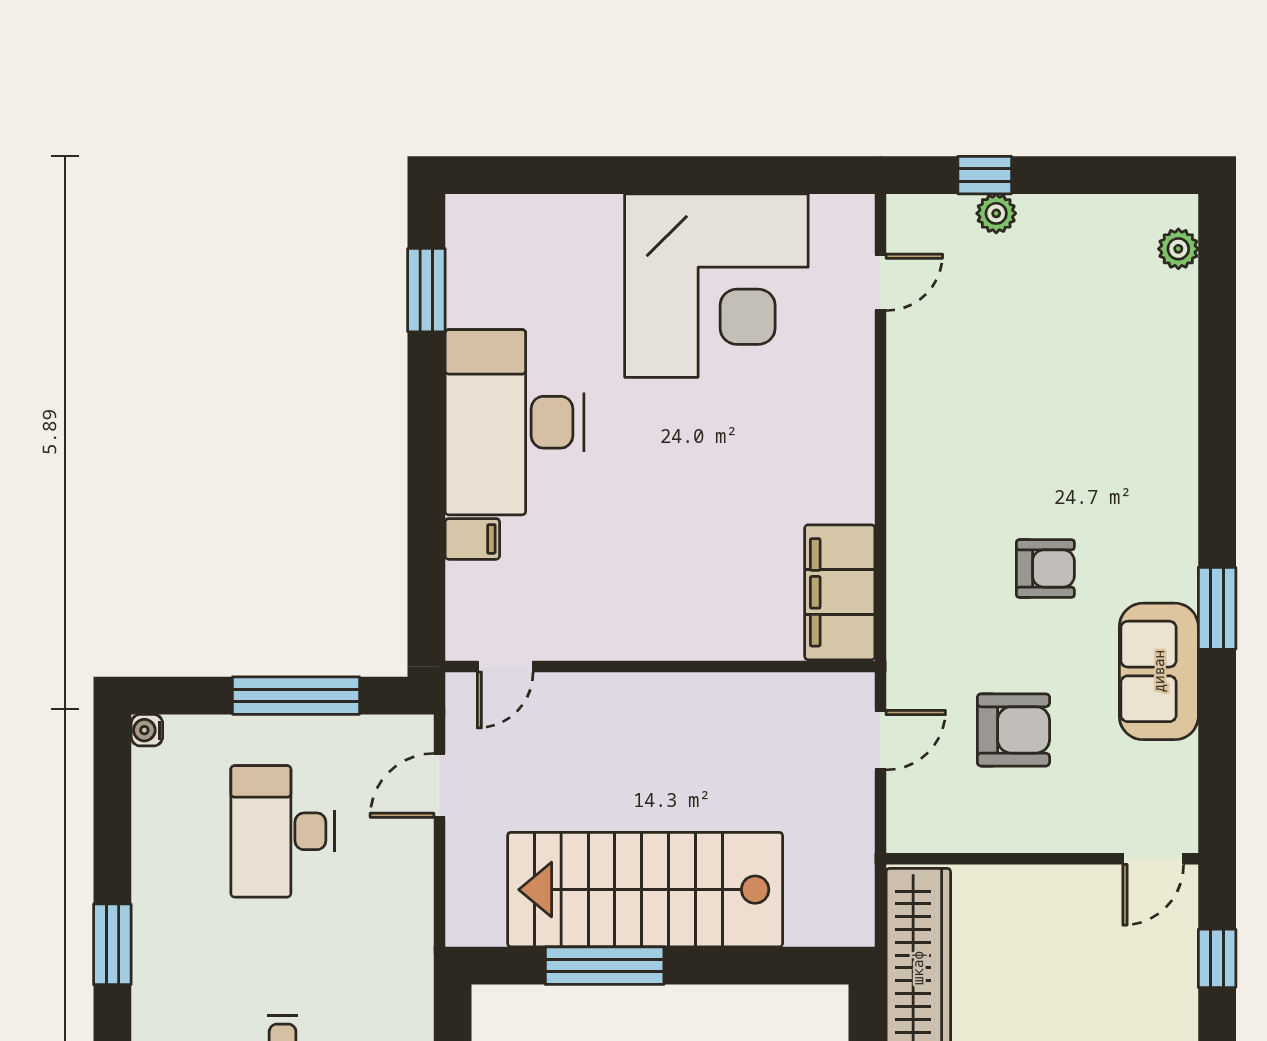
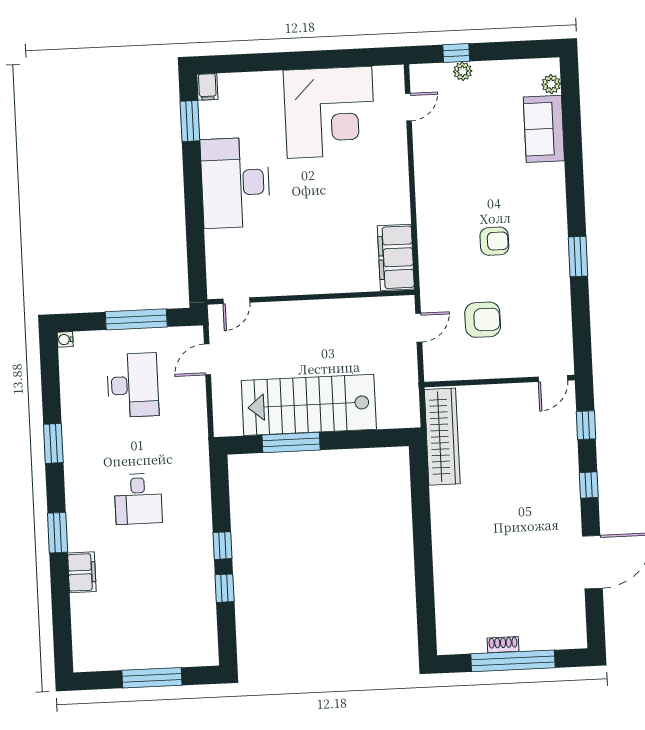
filing cabinet: (472, 539) -> (207, 87), moved, turned 90
sofa: (1159, 671) -> (544, 129), moved
desk: (283, 831) -> (133, 385), turned 180

